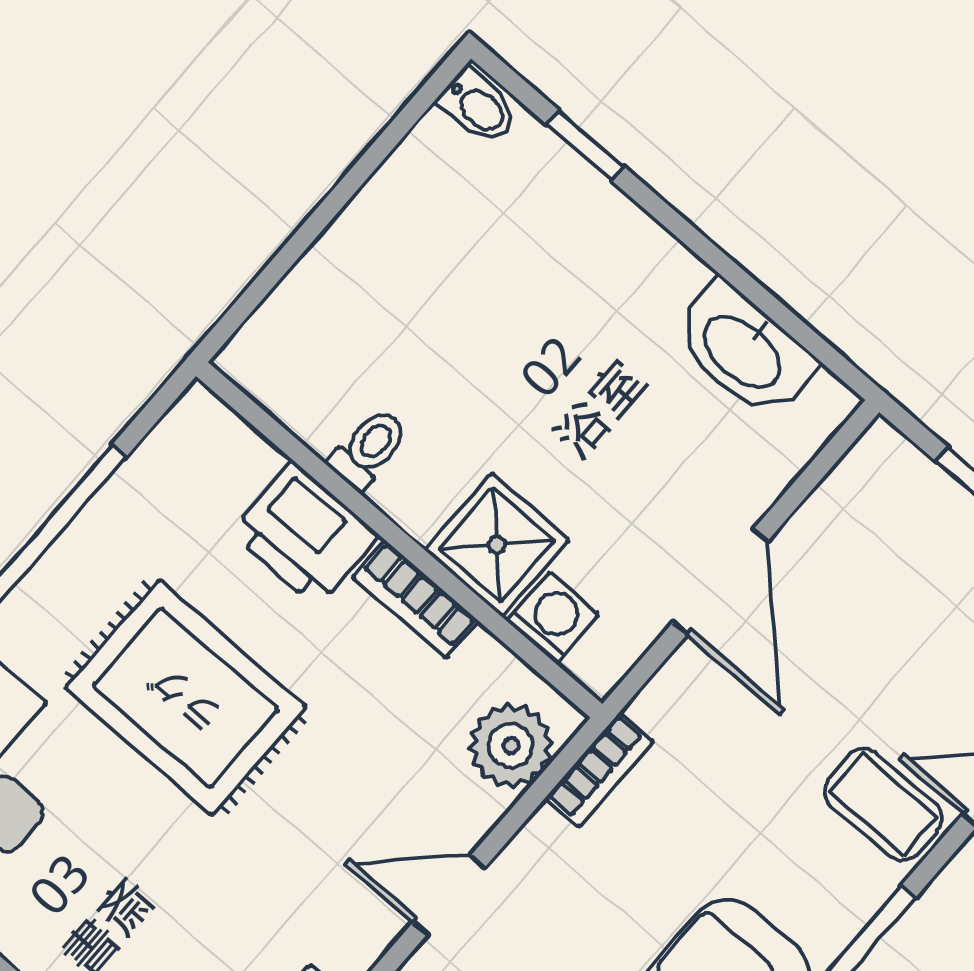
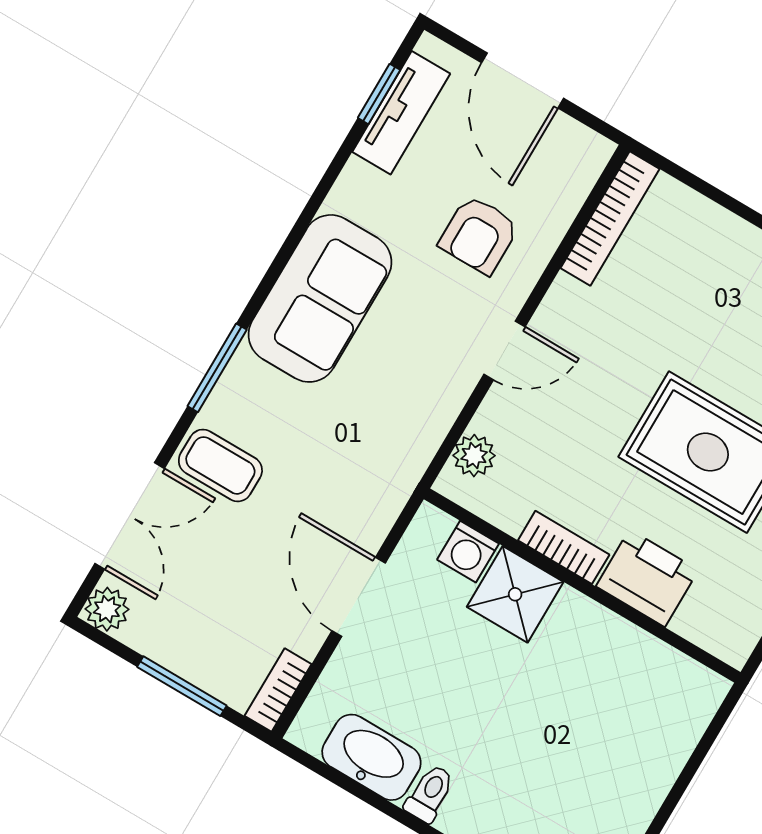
toilet: (369, 449) -> (430, 794), moved, turned 180
plant: (511, 746) -> (474, 456), width x0.73, depth x0.73
bookcase: (599, 770) -> (278, 690), moved

